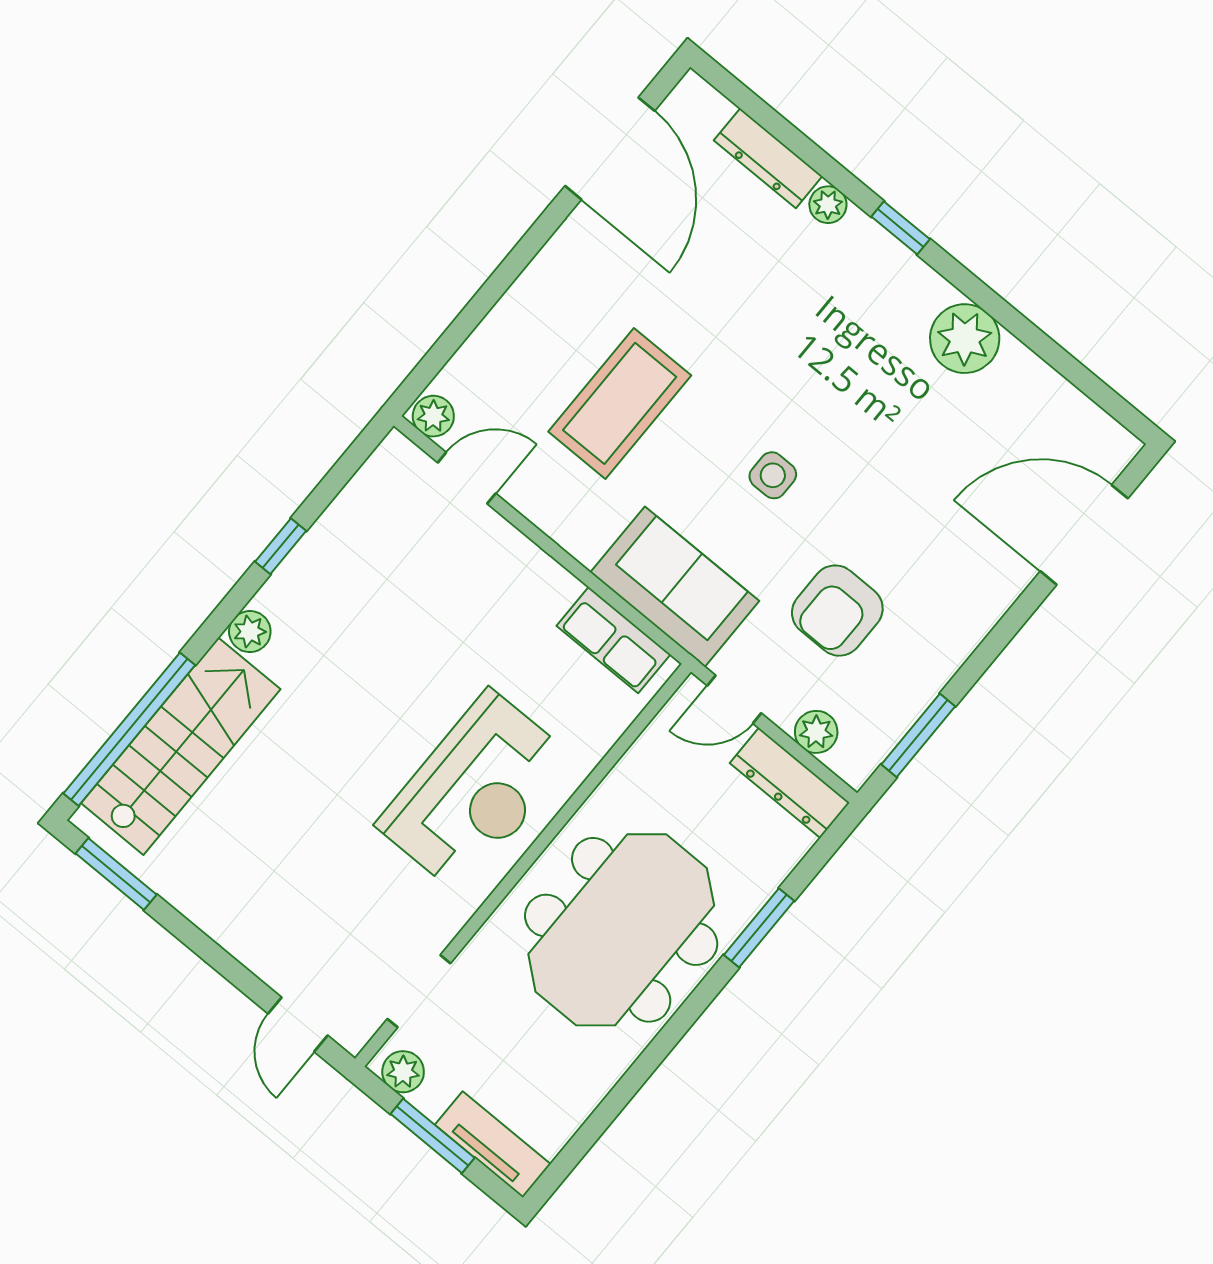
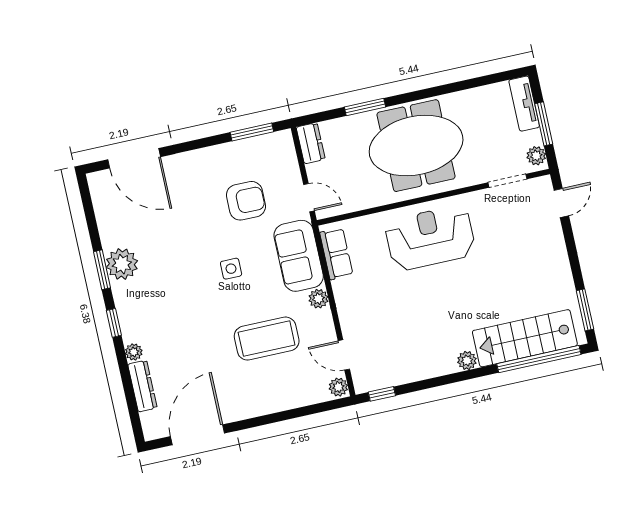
window: (991, 302) -> (102, 270), added
window: (281, 546) -> (382, 394), moved
plant: (816, 732) -> (318, 299), moved
dresser: (790, 783) -> (311, 143), width x0.70

